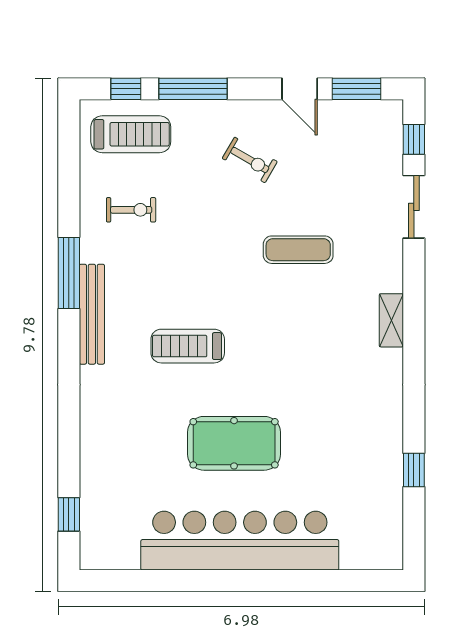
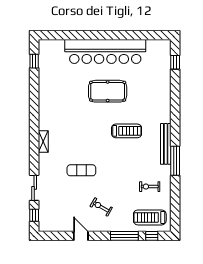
window: (356, 89) -> (58, 236), removed
window: (414, 470) -> (34, 61), moved

